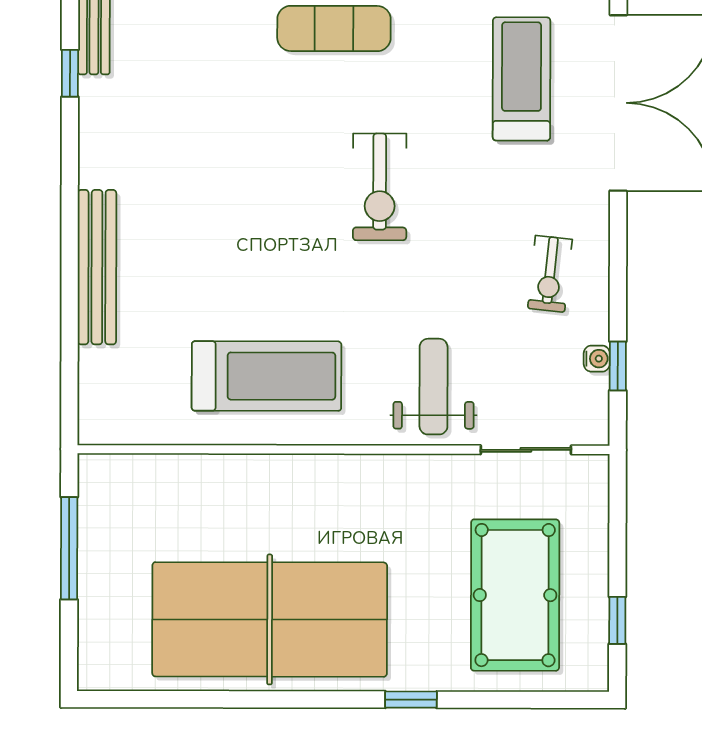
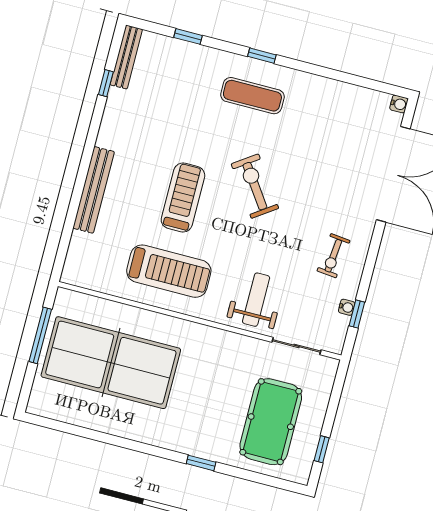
treadmill: (522, 79) -> (183, 198), moved
exercise bike: (380, 187) -> (255, 186), turned 145
table tennis table: (270, 619) -> (111, 363), moved

